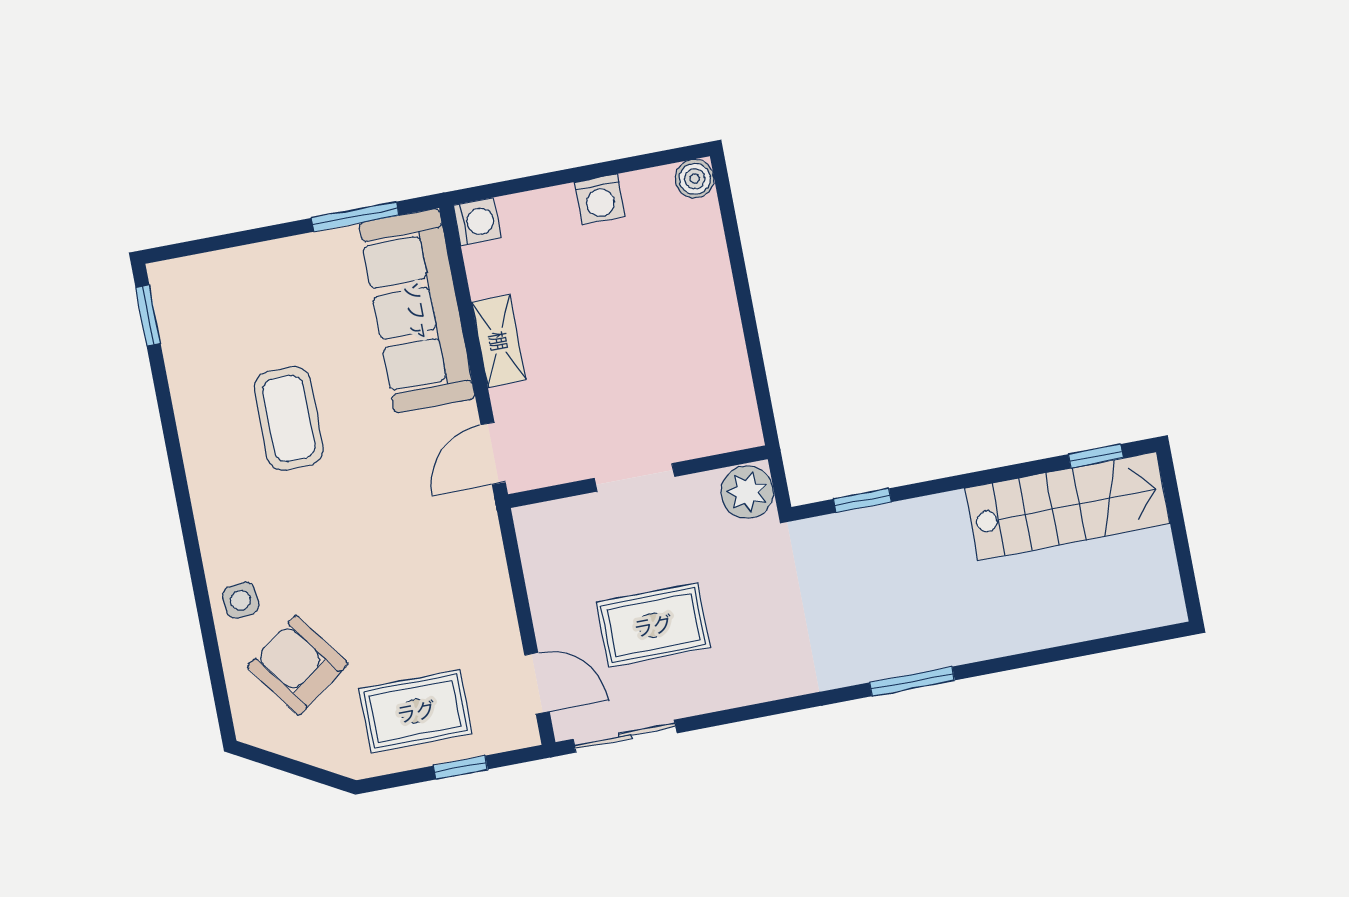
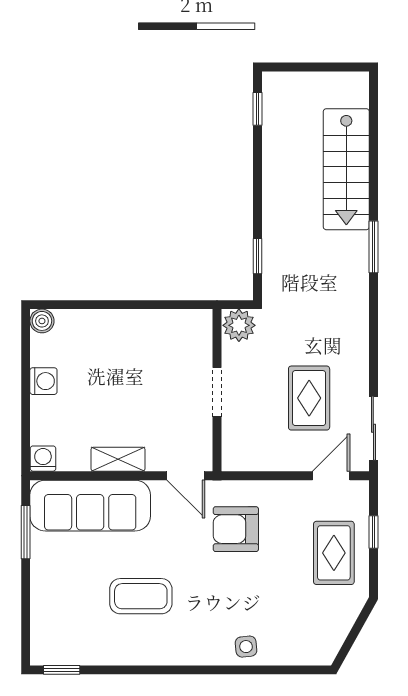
stairs: (1067, 506) -> (346, 169), moved, turned 180
armchair: (298, 665) -> (236, 529), moved, turned 36

